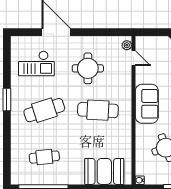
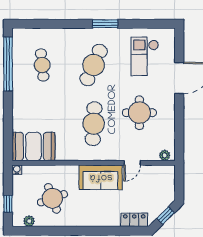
door: (134, 58) -> (132, 163), moved
cafe table: (44, 110) -> (94, 65), turned 42
booth: (104, 171) -> (33, 147), moved, turned 90

